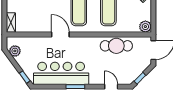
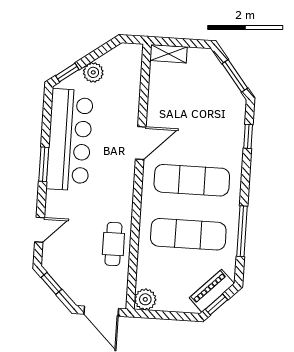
cafe table: (116, 46) -> (113, 244), width x0.73, depth x0.74
plant: (15, 51) -> (93, 72), moved

